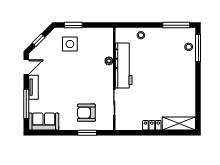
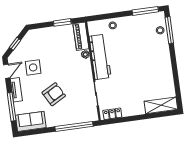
window: (73, 25) -> (62, 22), moved
piano: (107, 42) -> (81, 36), added
side table: (70, 44) -> (33, 67), moved
armchair: (86, 113) -> (54, 94), moved, turned 151
locker: (152, 125) -> (112, 114), moved
window: (87, 133) -> (74, 126), width x2.11

